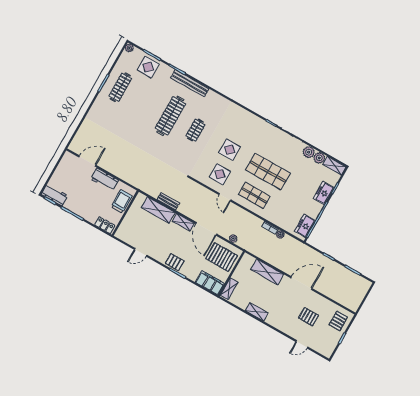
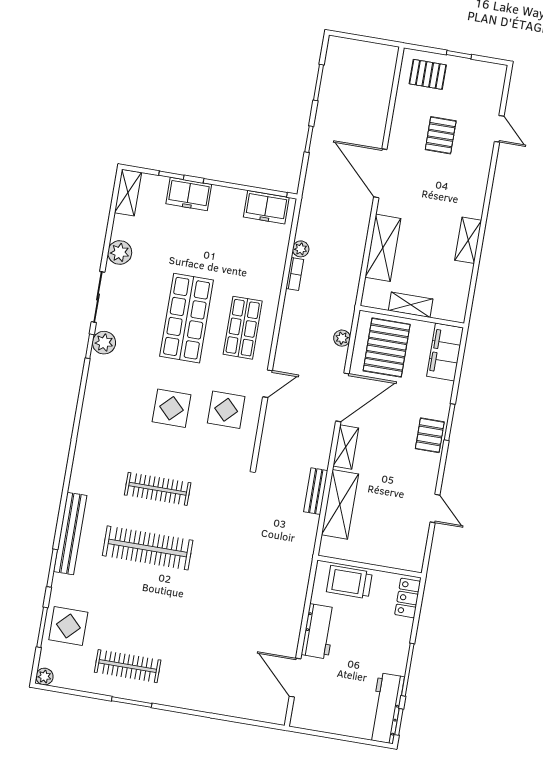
clothes rail: (195, 130) -> (158, 489), width x1.36
plant: (319, 158) -> (104, 343), moved
workbench: (55, 195) -> (386, 708), width x1.38
shelving: (229, 289) -> (411, 305), moved

